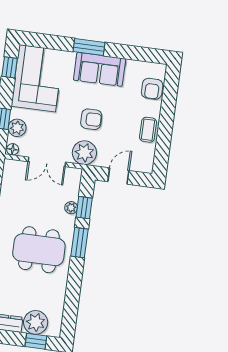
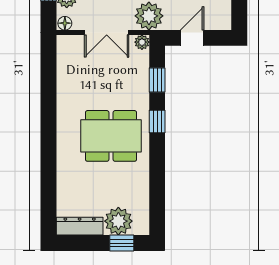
plant: (71, 208) -> (142, 42), moved
window: (79, 243) -> (157, 121), width x0.67

